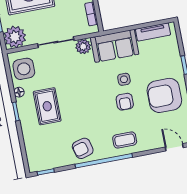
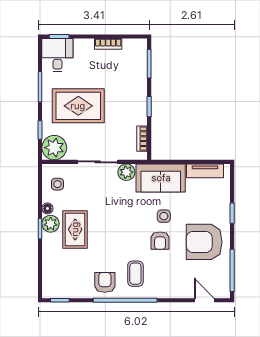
side table: (24, 69) -> (57, 184), width x0.54, depth x0.54
plant: (24, 105) -> (51, 224), added
coffee table: (125, 140) -> (135, 274), moved, turned 90
armchair: (83, 148) -> (105, 282), turned 105

